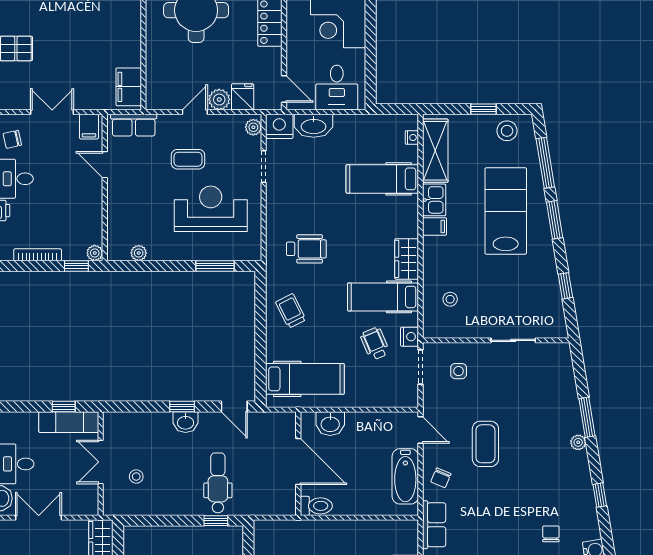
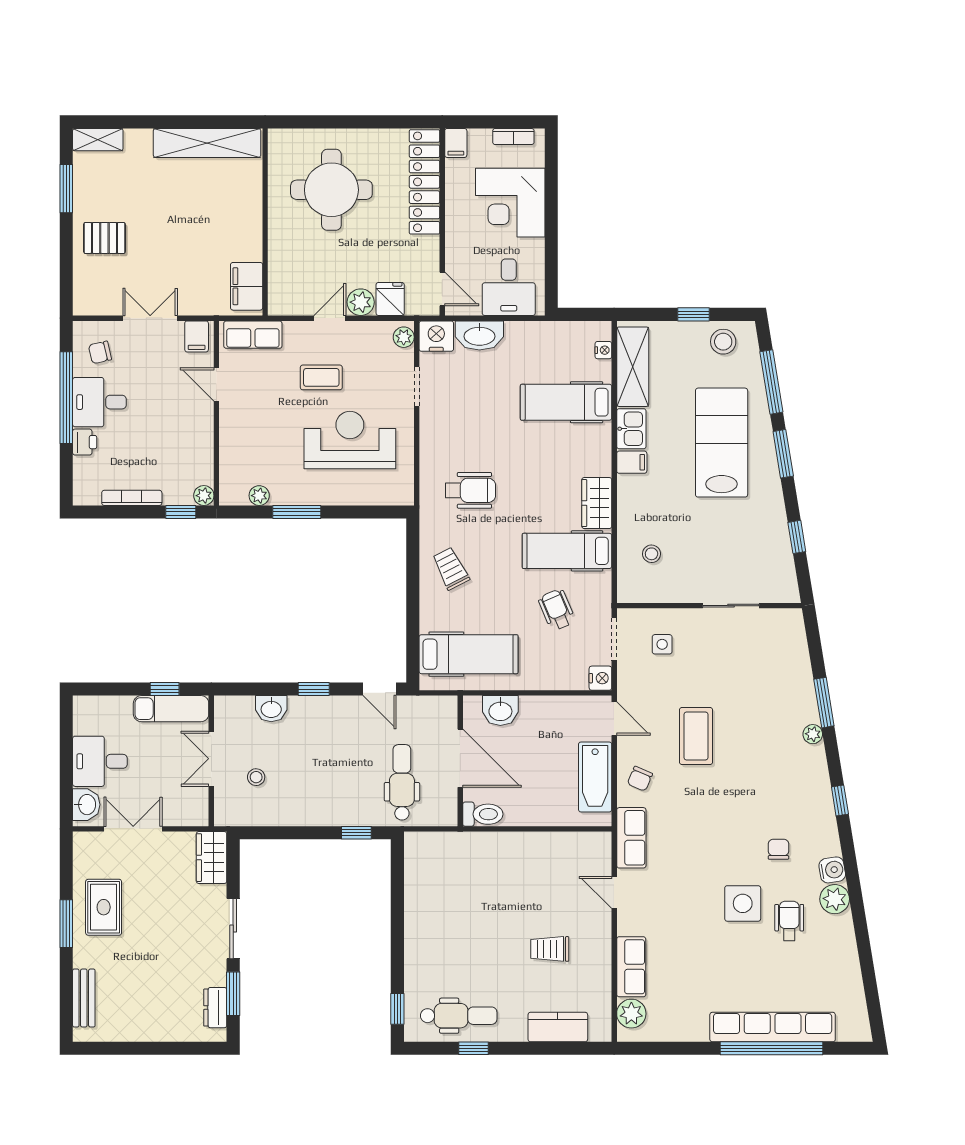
window: (215, 266) -> (297, 512), moved
nightstand: (410, 337) -> (600, 678), moved
washbasin: (186, 422) -> (271, 709), moved
dental chair: (218, 483) -> (402, 782), moved

